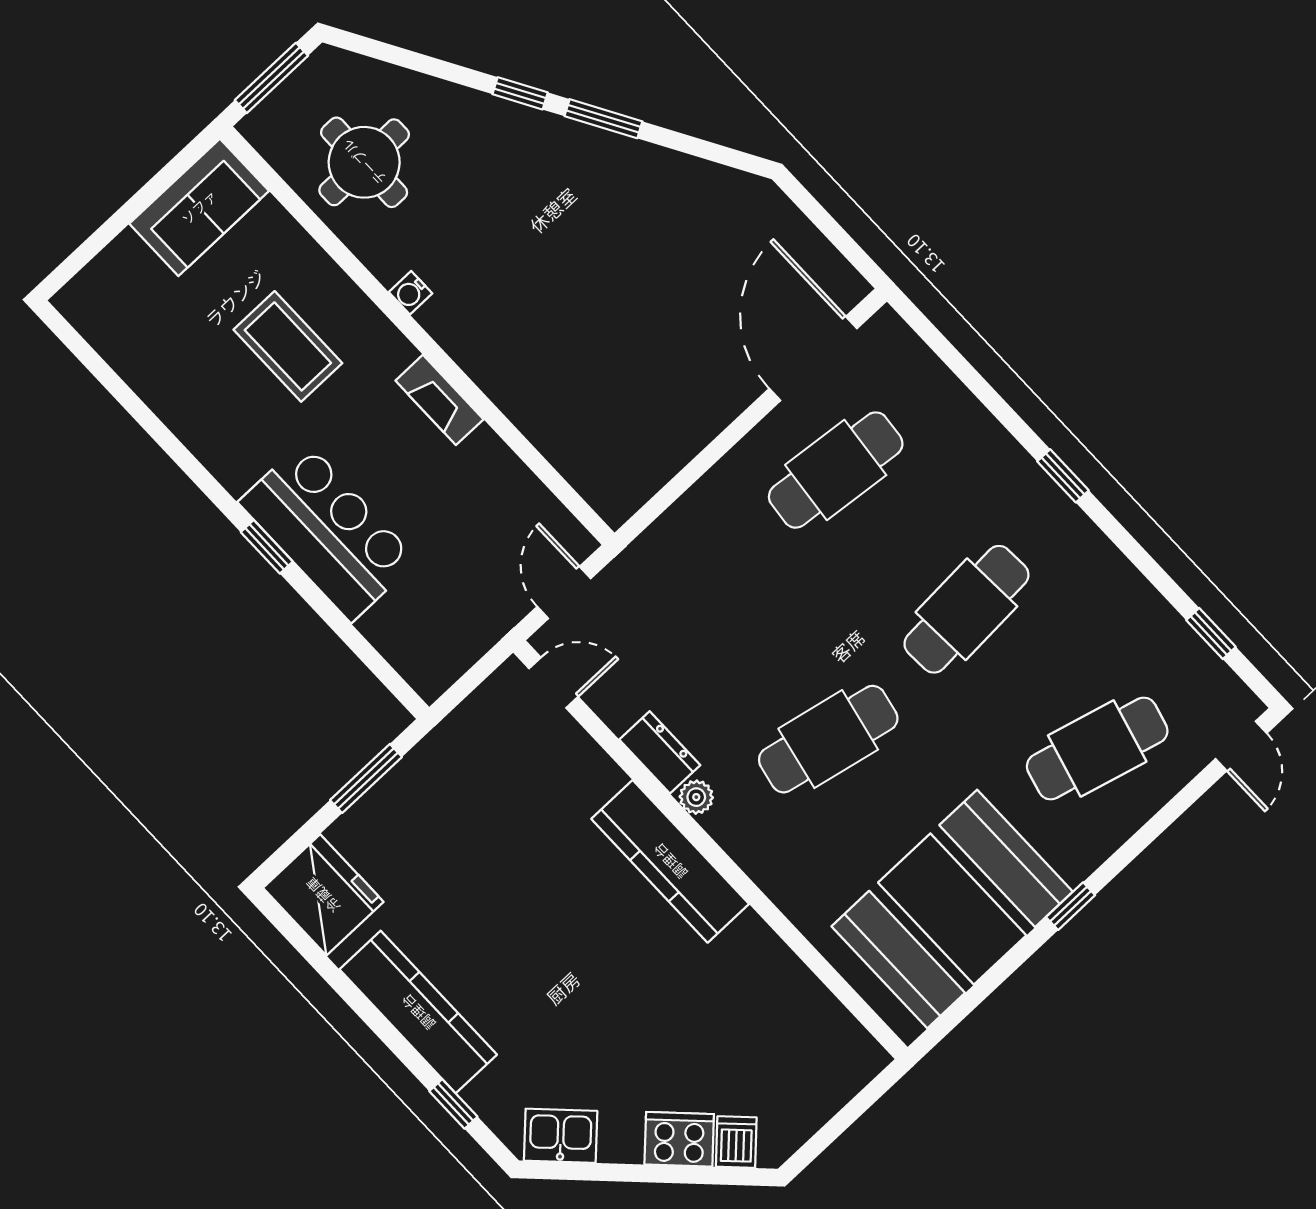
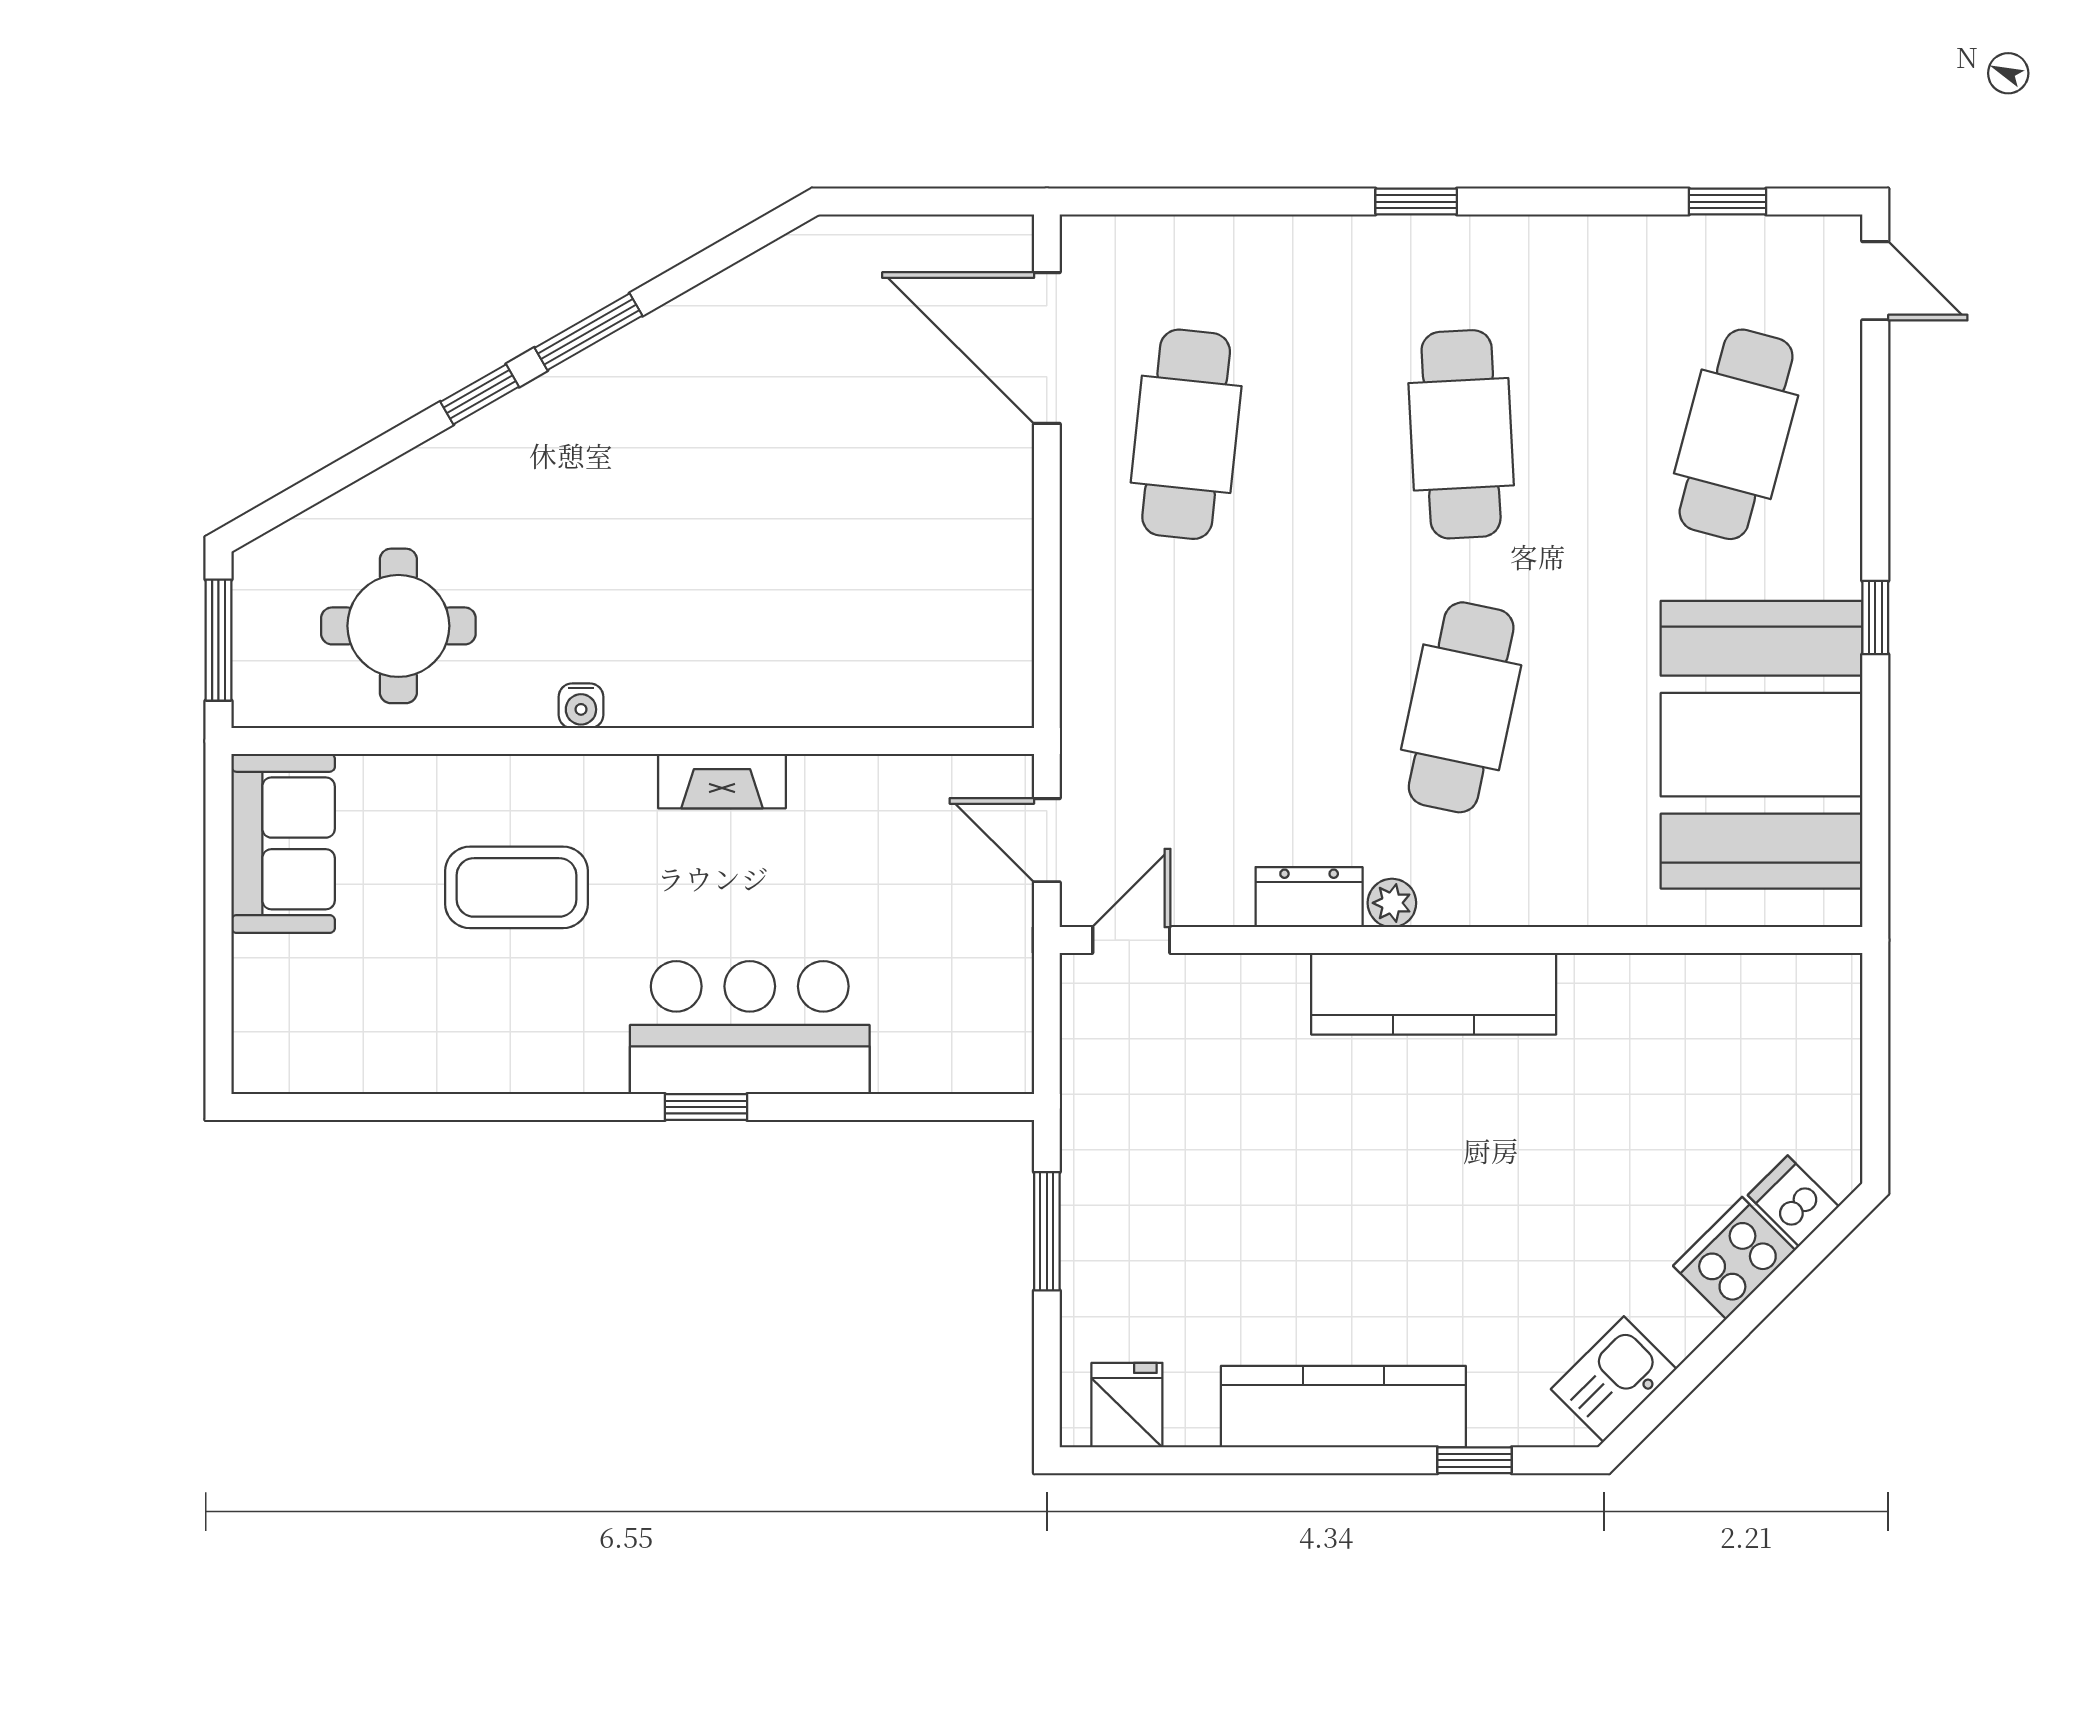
fridge: (323, 895) -> (1127, 1405), width x0.53, depth x0.75

